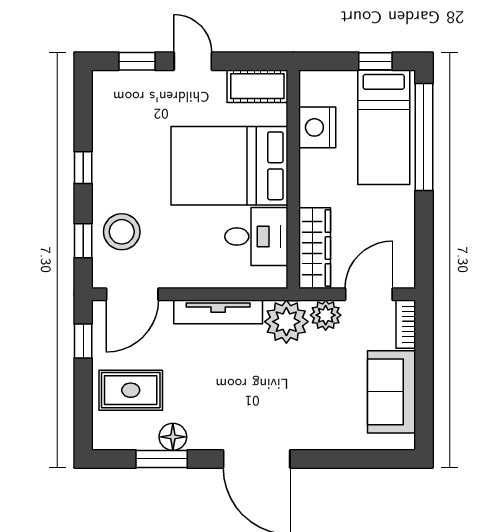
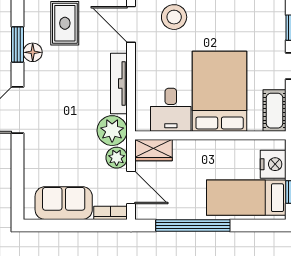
nightstand: (317, 127) -> (273, 164), moved, turned 90
window: (424, 137) -> (193, 225), moved
wardrobe: (315, 248) -> (154, 150), width x0.67

